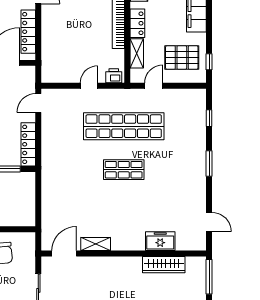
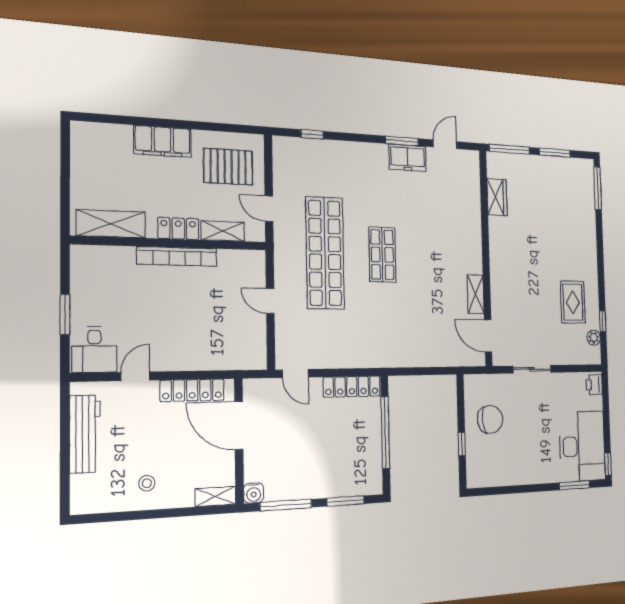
pallet: (182, 57) -> (228, 167), turned 90
window: (209, 62) -> (234, 128), removed
printer: (114, 76) -> (256, 265), removed
window: (209, 164) -> (402, 141), moved
freezer: (160, 241) -> (408, 158), moved, turned -90
wardrobe: (164, 265) -> (497, 197), width x0.67

